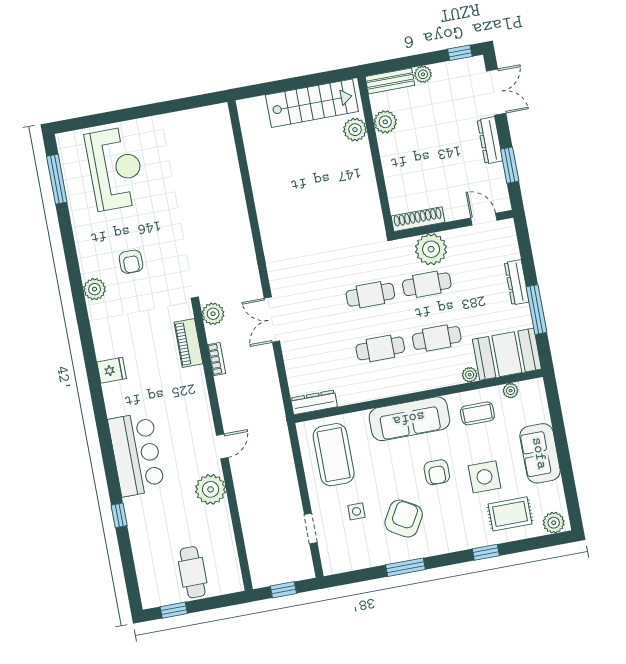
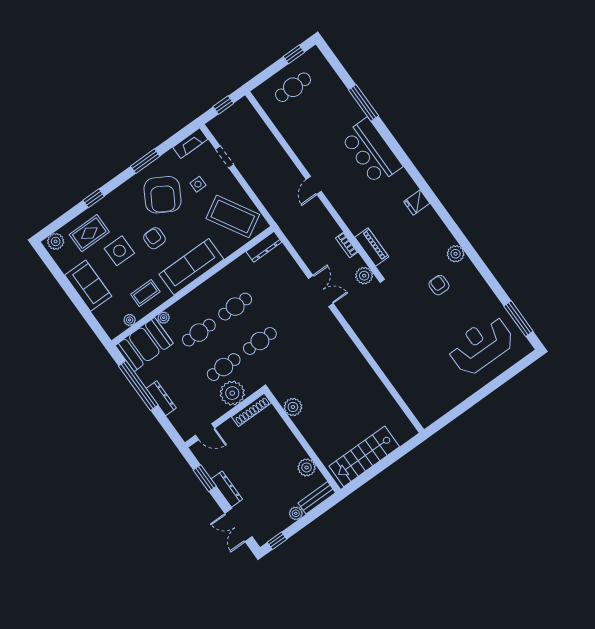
plant: (355, 130) -> (293, 407), moved
reception desk: (115, 169) -> (481, 345), turned 90
window: (536, 310) -> (138, 386), width x1.46
coffee table: (334, 455) -> (233, 216), turned -30
plant: (211, 489) -> (308, 151), removed
window: (119, 515) -> (363, 103), width x2.17
armchair: (404, 519) -> (162, 195), width x1.36, depth x1.36
fireplace: (343, 563) -> (190, 143), added
cafe table: (193, 572) -> (293, 87), turned 90

